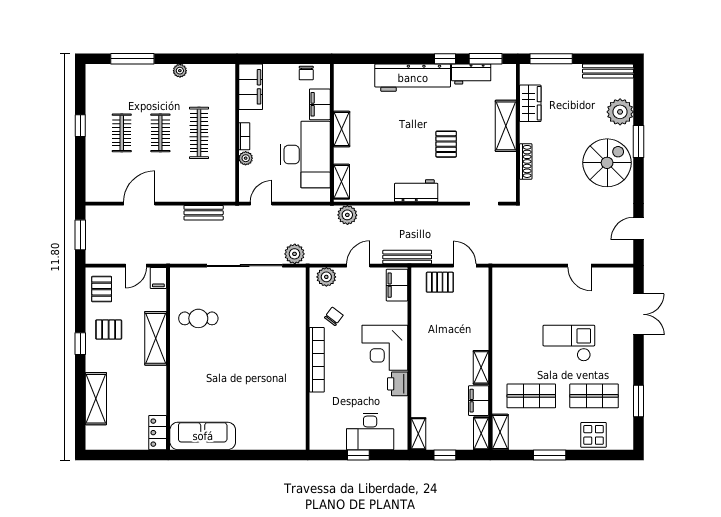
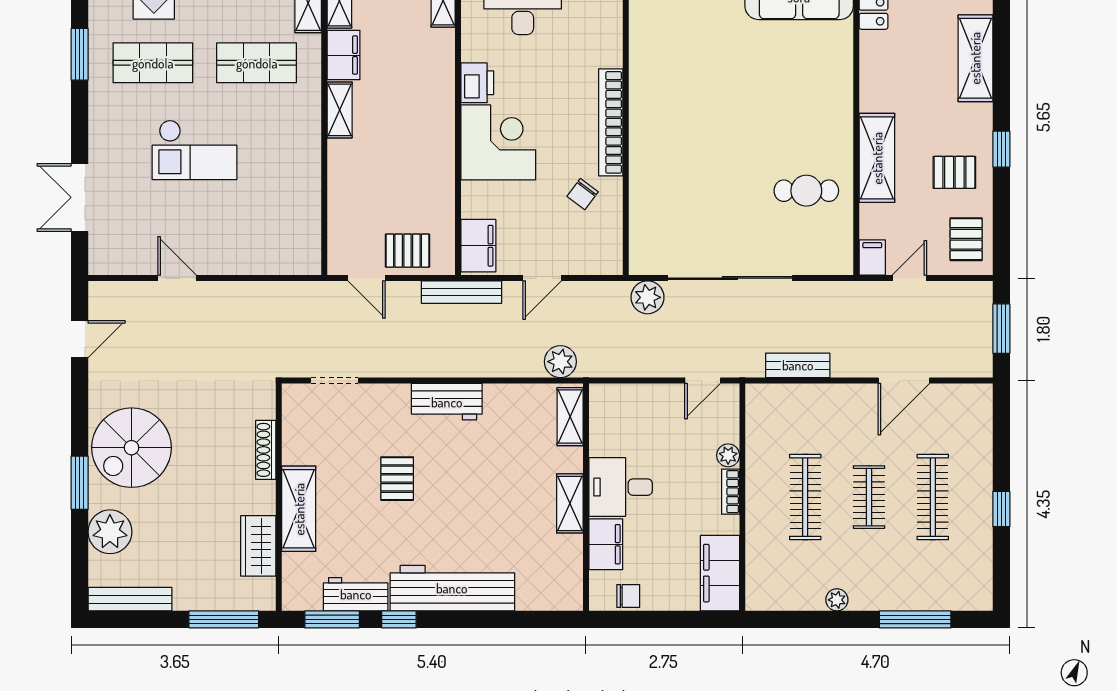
chair: (306, 73) -> (628, 596), turned 90
clothes rail: (122, 133) -> (933, 497), width x1.36
desk: (305, 155) -> (621, 487), width x0.53, depth x0.77
plant: (326, 277) -> (595, 259), removed

